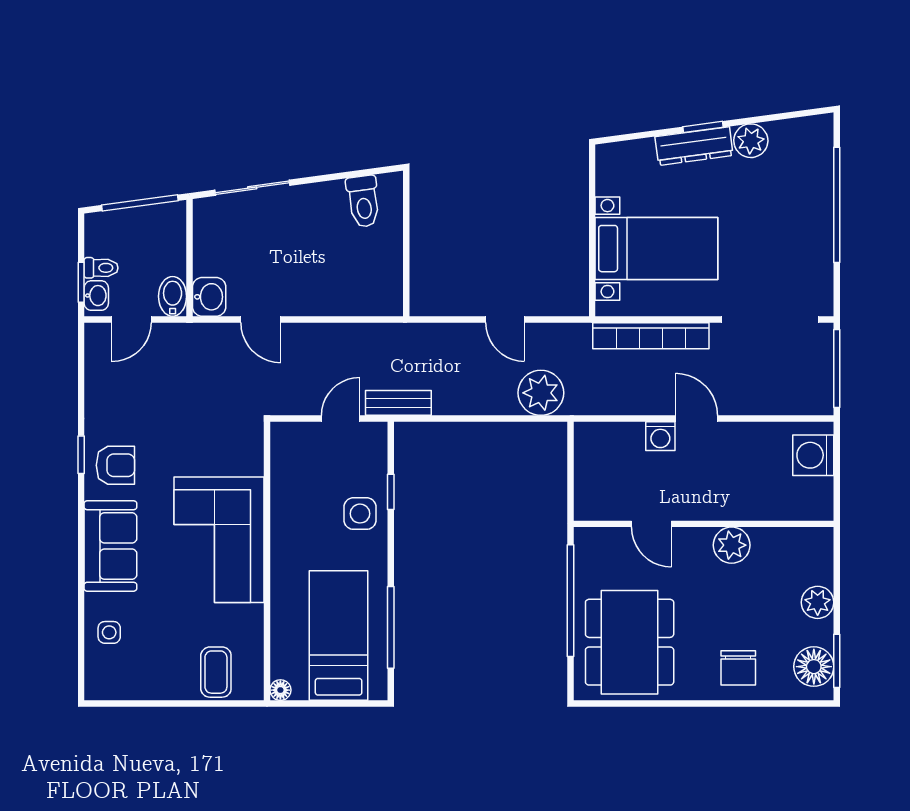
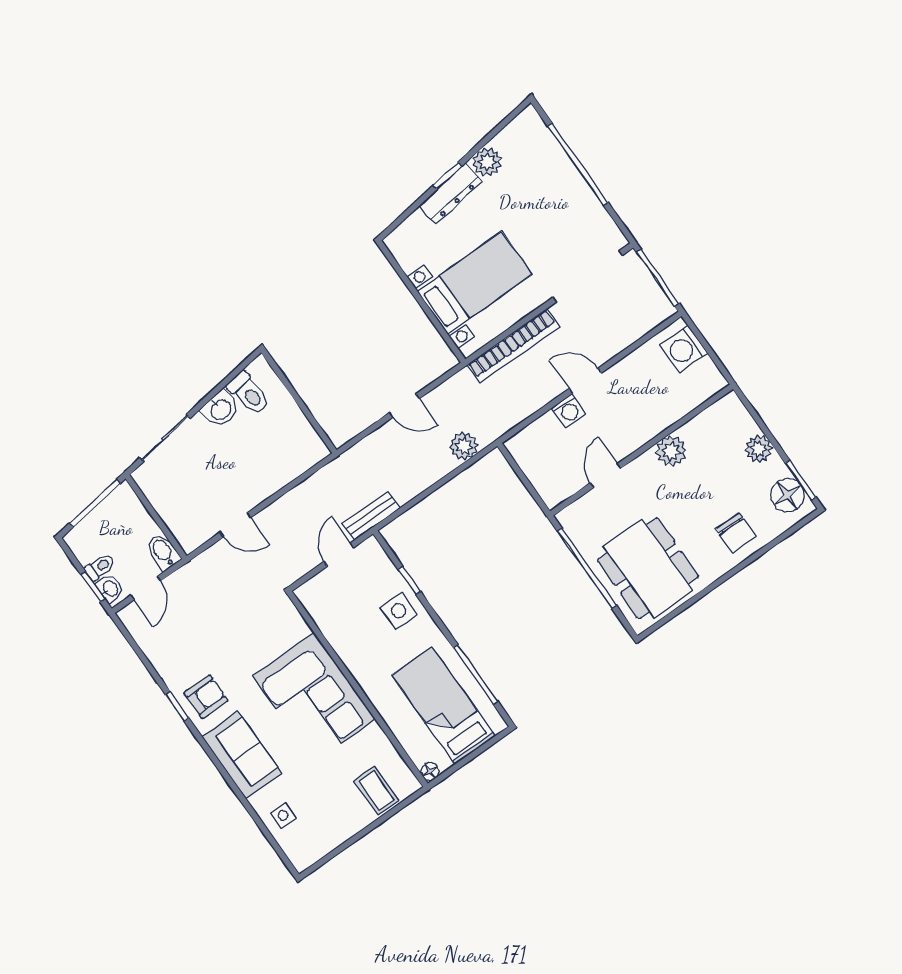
washbasin: (209, 297) -> (220, 409), moved, turned 82
plant: (541, 393) -> (464, 446), width x0.73, depth x0.73
door: (651, 524) -> (605, 476), swing flipped

